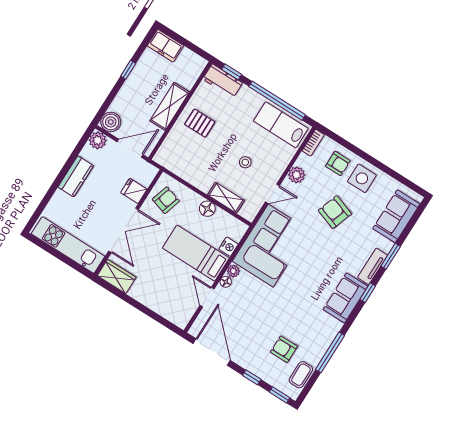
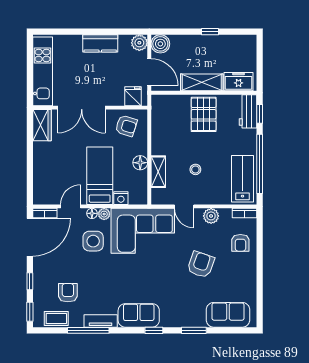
freezer: (165, 46) -> (239, 82), moved, turned 90
pallet: (200, 123) -> (204, 114), width x1.50, depth x1.42
side table: (362, 178) -> (93, 241), moved
fridge: (134, 191) -> (133, 96), moved
tv unit: (373, 266) -> (101, 321), moved
bookcase: (198, 324) -> (45, 213), added

